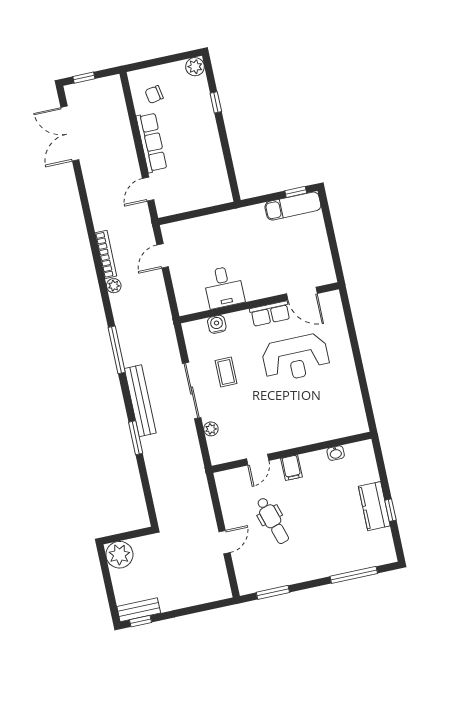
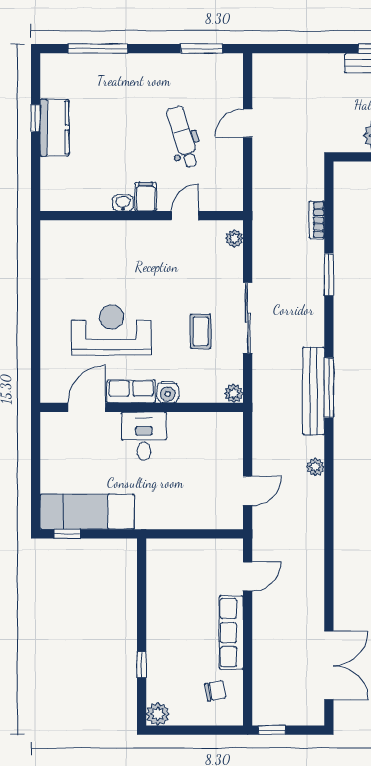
window: (84, 78) -> (272, 730), moved
exam couch: (293, 206) -> (87, 512), width x1.36, depth x1.45
bookcase: (106, 254) -> (317, 220), moved, width x0.64
desk: (224, 287) -> (144, 436), moved
door: (302, 294) -> (87, 407), hinge flipped
water cooler: (217, 324) -> (168, 392), moved
plant: (190, 329) -> (234, 393), added
bench: (140, 401) -> (313, 391), moved
plant: (211, 429) -> (234, 238), moved
washbasin: (336, 453) -> (123, 203), moved

